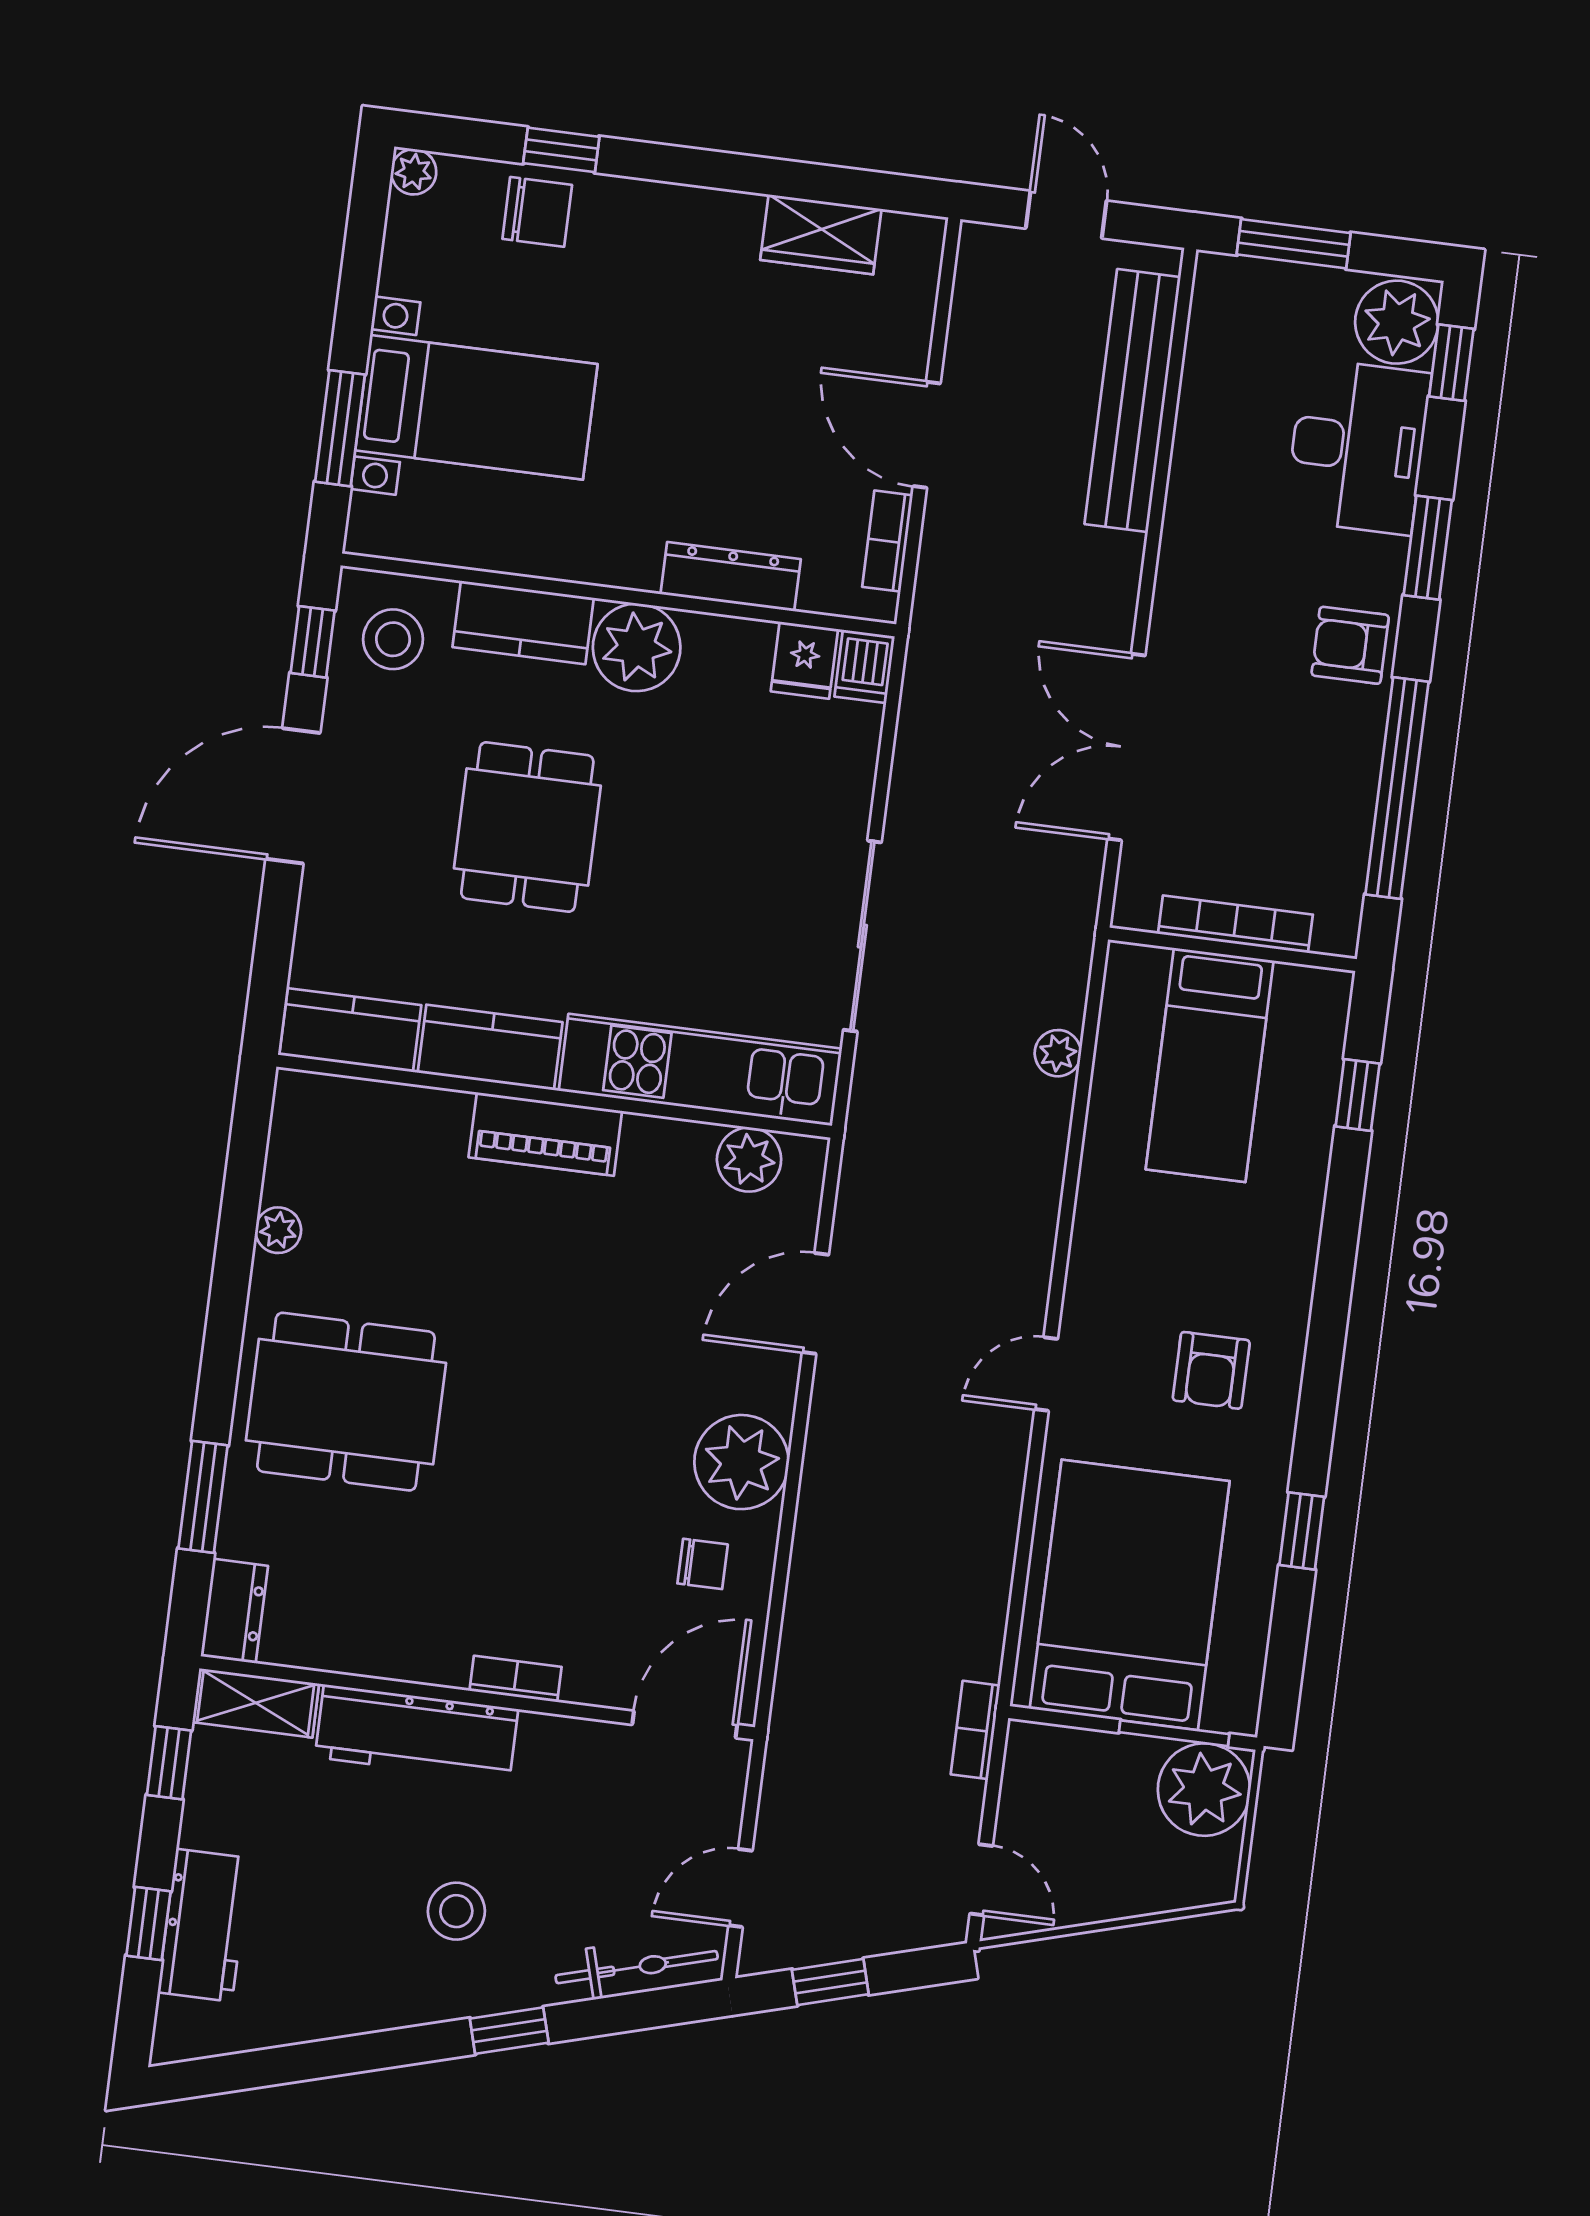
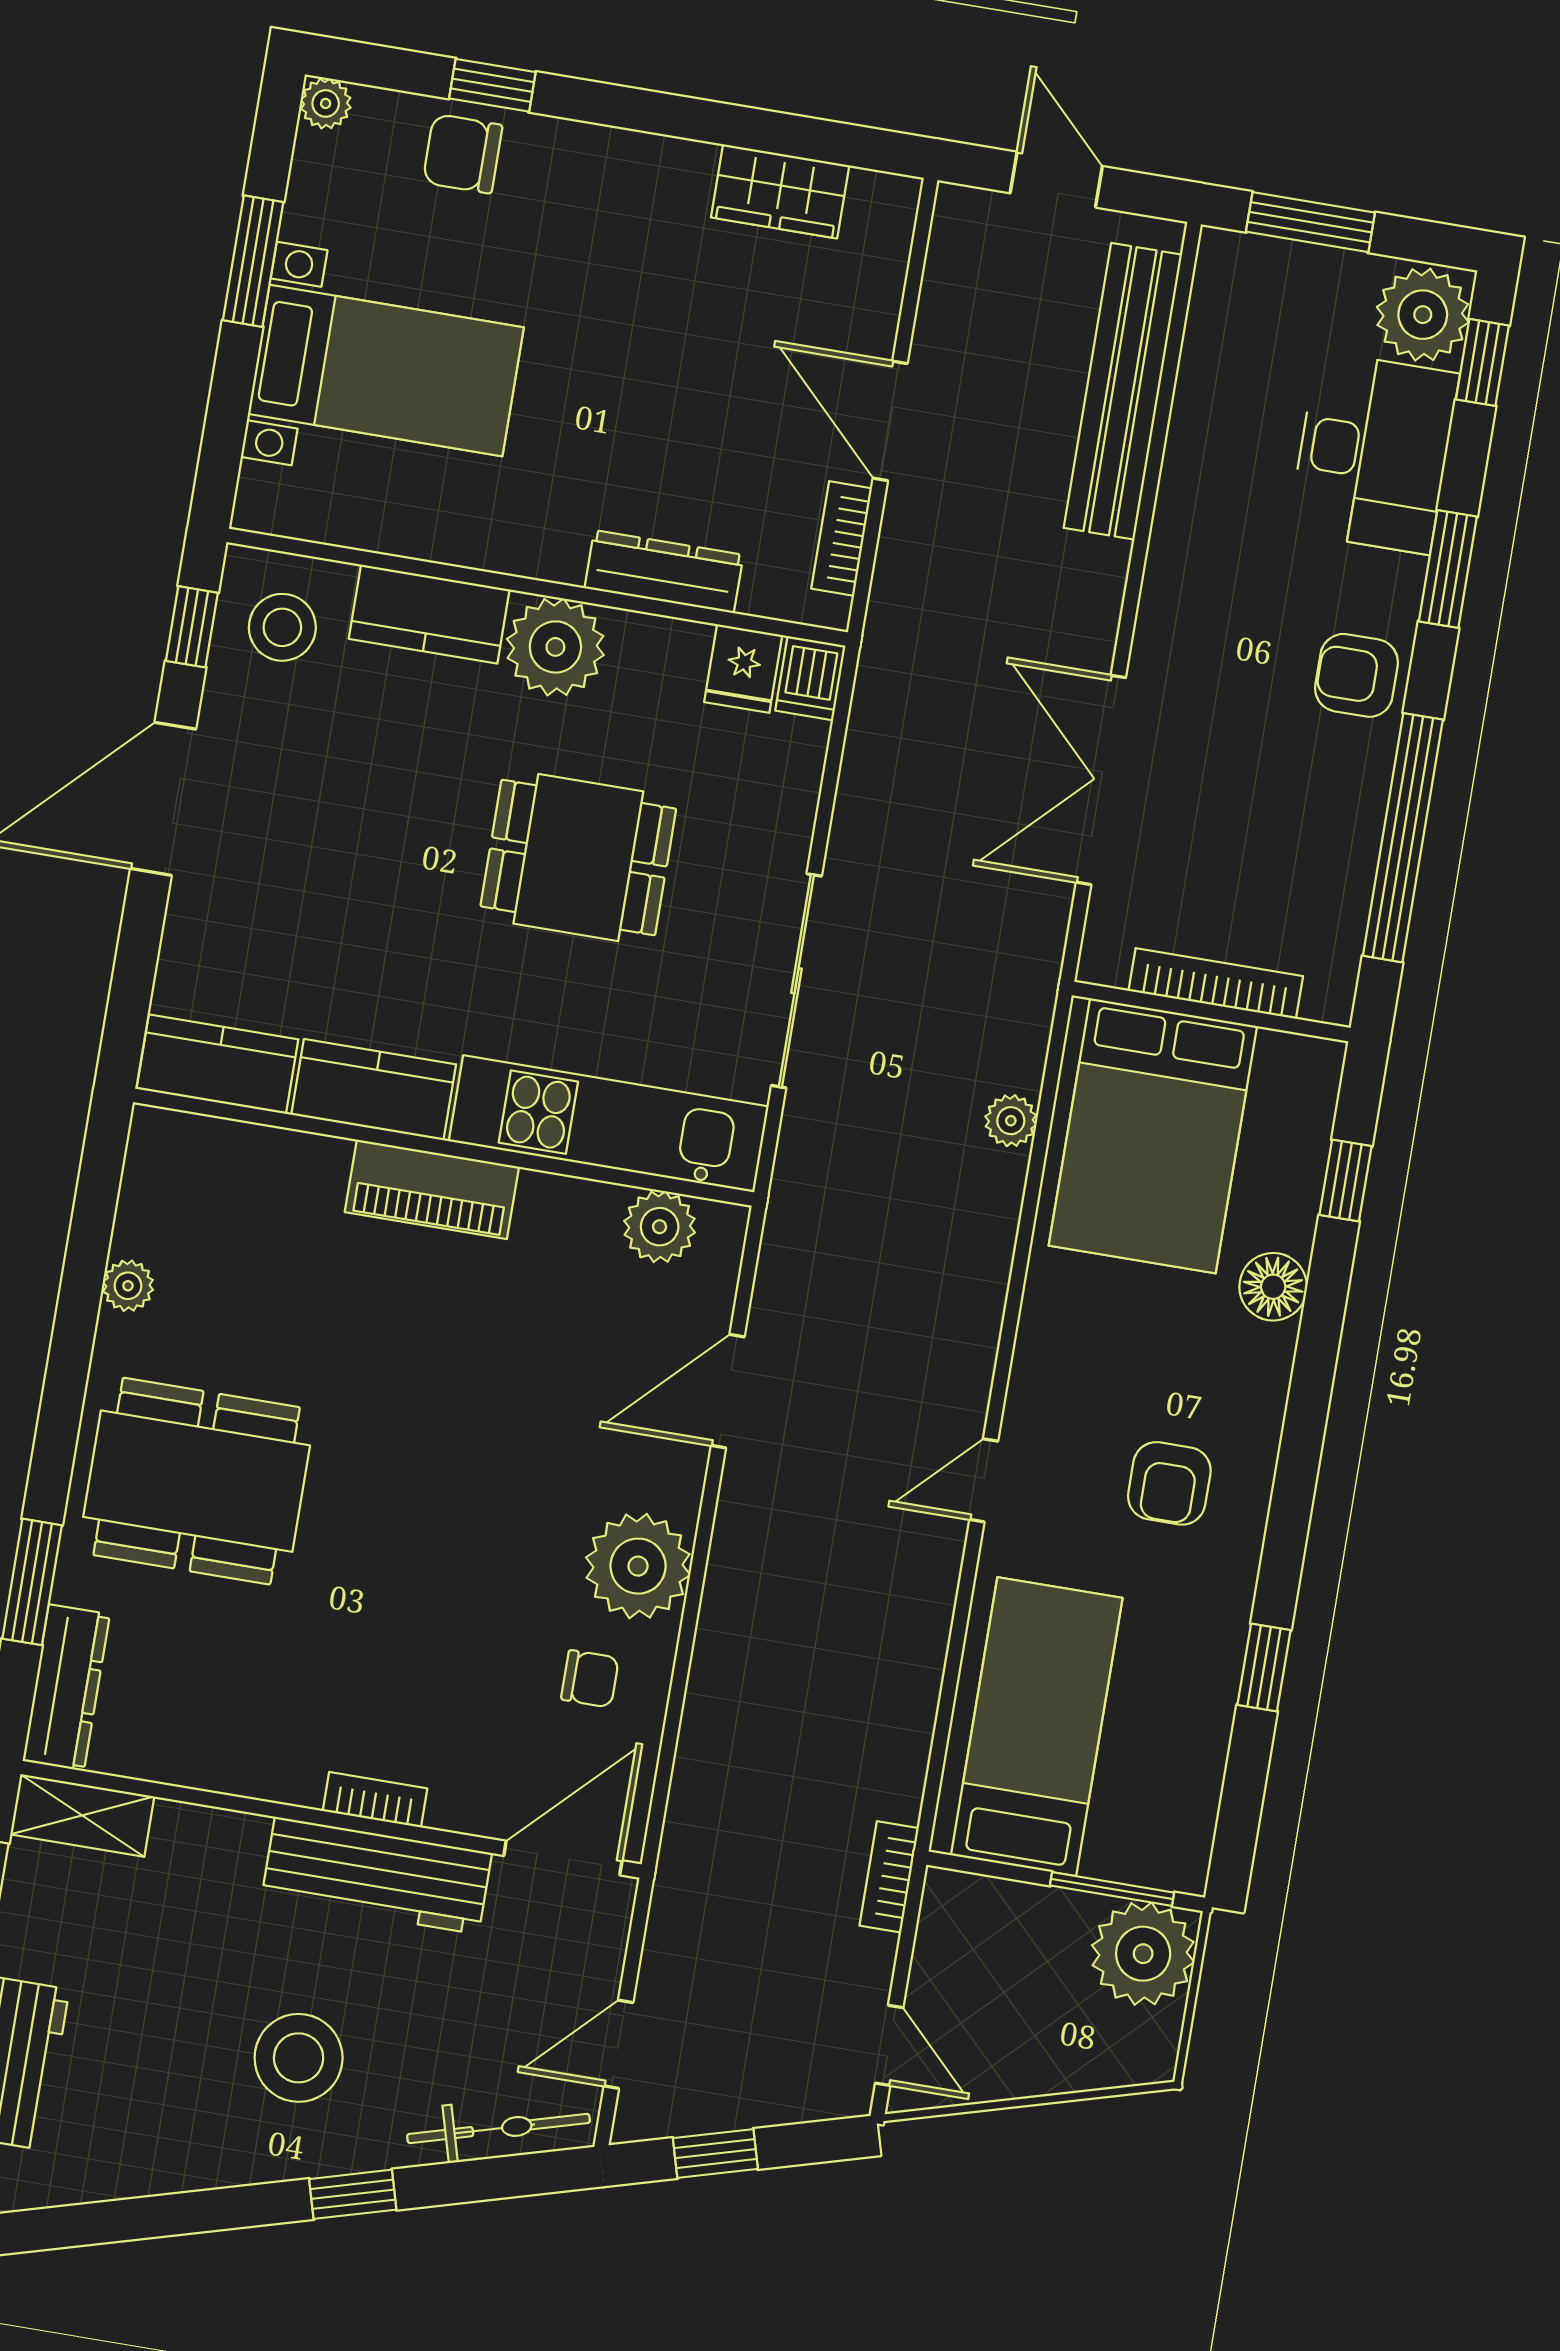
chair: (537, 212) -> (463, 154), turned 180
window: (340, 428) -> (253, 261), moved
dining table: (527, 827) -> (578, 857), moved, turned 90
bed: (1210, 1065) -> (1153, 1136), width x1.50
floor lamp: (1297, 1192) -> (1273, 1287), added
bed: (1130, 1595) -> (1037, 1727), width x0.67
dresser: (234, 1611) -> (66, 1688), width x1.44
workbench: (417, 1733) -> (377, 1876), moved
stool: (456, 1911) -> (299, 2058), width x1.38, depth x1.38

